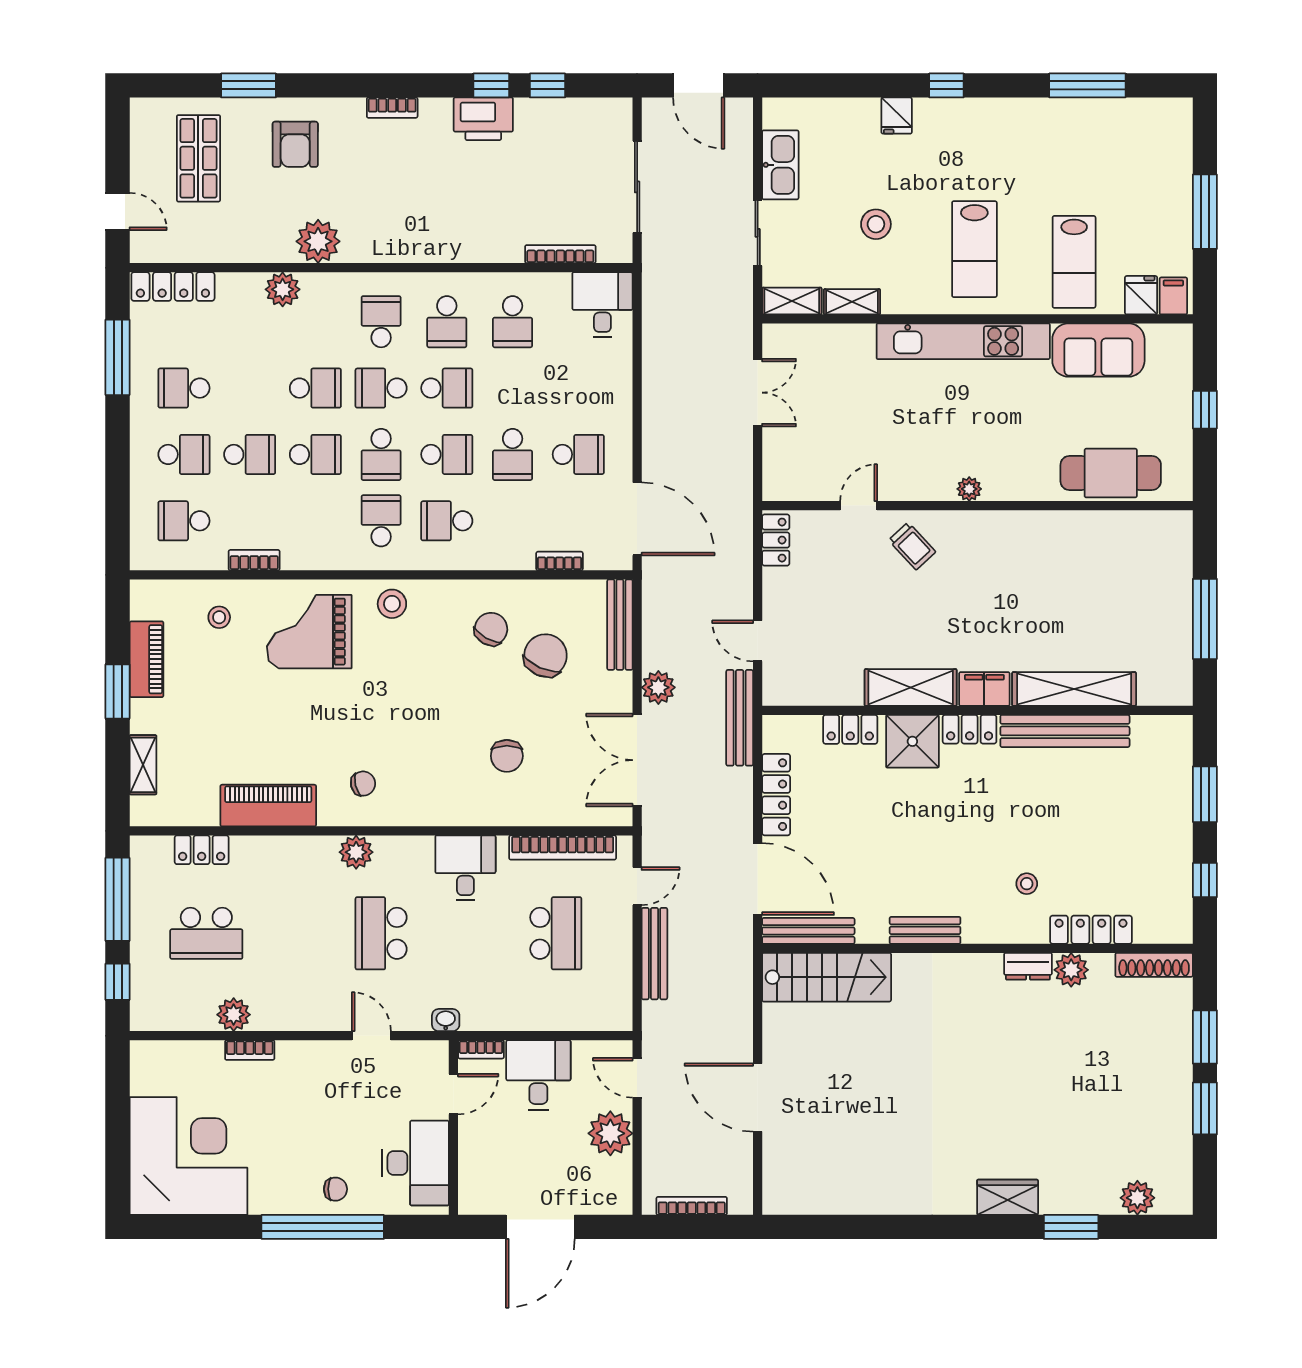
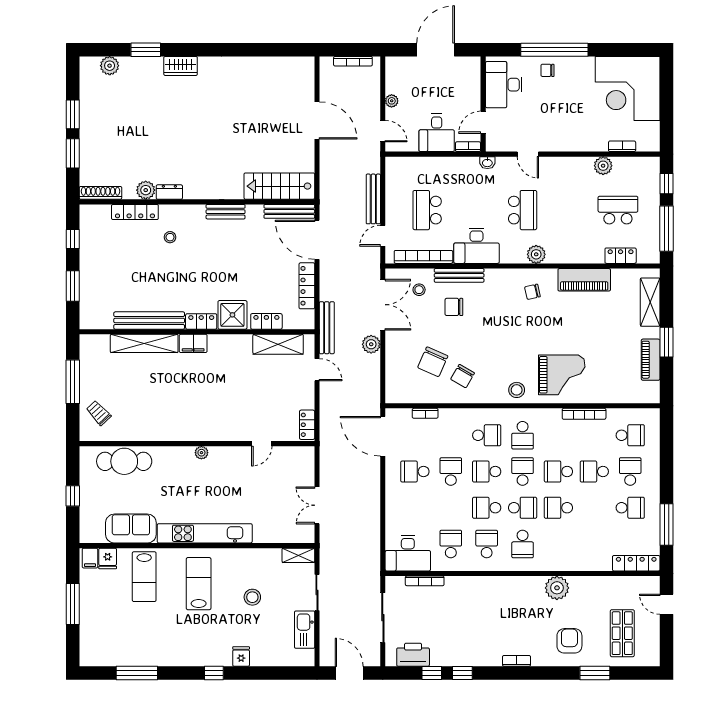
printer: (483, 119) -> (413, 655), moved
lab bench: (1074, 262) -> (144, 577), turned 180
plant: (283, 289) -> (576, 562), removed
shelving: (852, 302) -> (265, 555), removed
desk: (602, 305) -> (408, 553), width x1.37
school desk: (184, 454) -> (630, 471), turned 90
trolley: (912, 546) -> (99, 413), moved
bookcase: (254, 560) -> (584, 414), width x1.56
stool: (219, 617) -> (419, 290), moved
bench: (620, 625) -> (459, 275), moved, turned 90
shelving: (911, 687) -> (278, 344), moved
chair: (507, 756) -> (454, 307), turned -90
shelving: (143, 765) -> (650, 302), width x1.50, depth x1.33
desk: (465, 868) -> (477, 246), width x1.37
bookcase: (250, 1050) -> (622, 146), moved
plant: (610, 1133) -> (392, 101), width x0.53, depth x0.53

